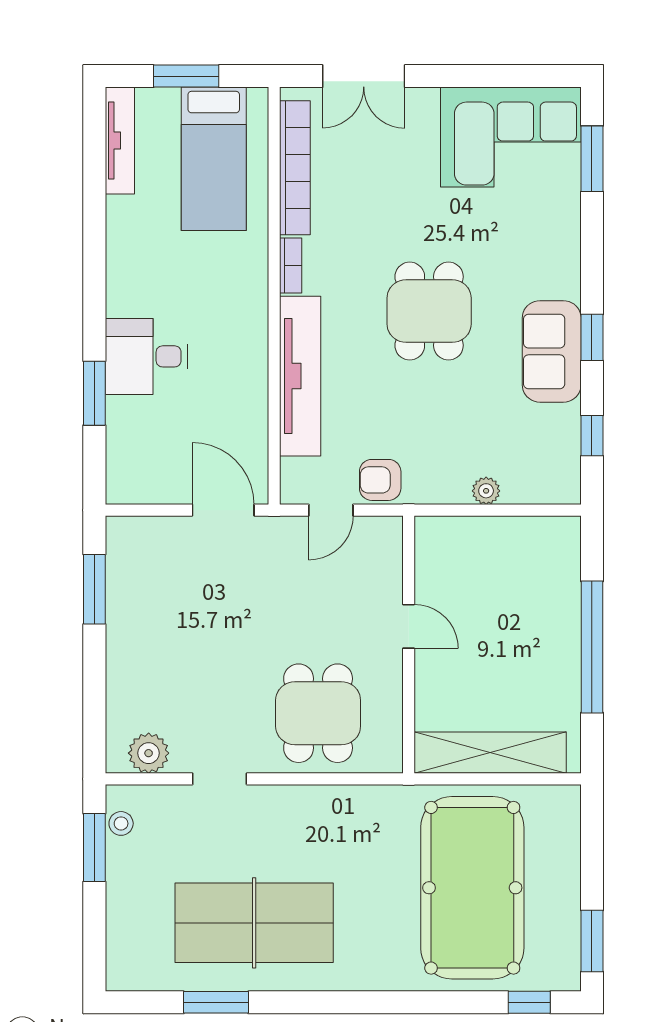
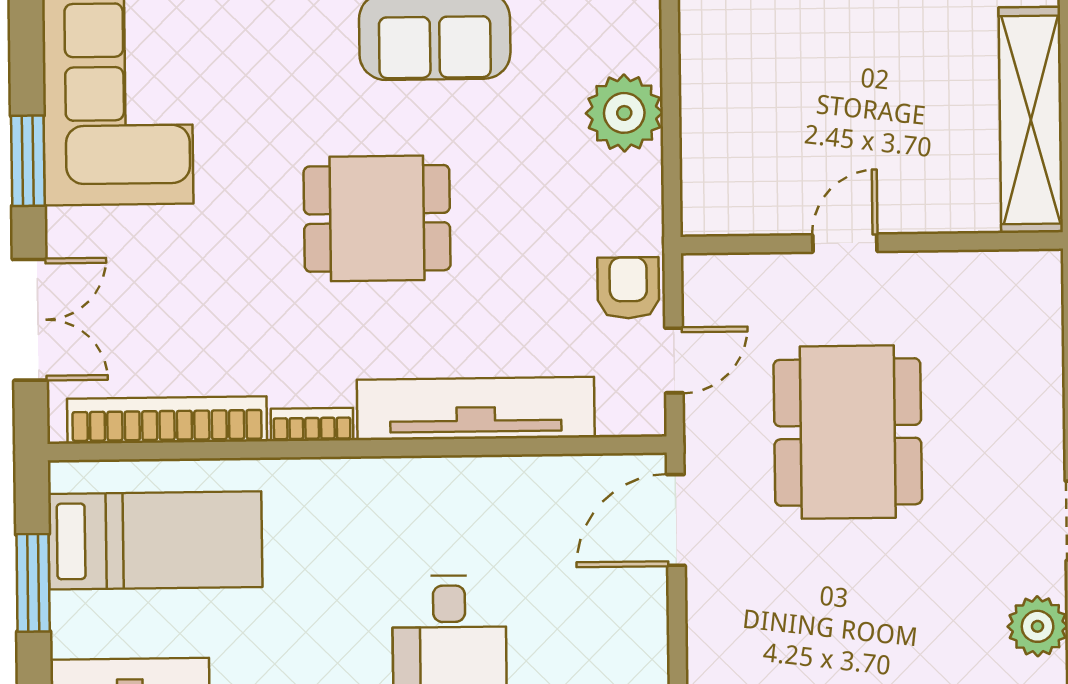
window: (471, 76) -> (28, 161), added
armchair: (380, 480) -> (628, 288), turned 180
plant: (486, 491) -> (624, 113), width x1.88, depth x1.88
door: (331, 510) -> (674, 360), hinge flipped
dining table: (318, 713) -> (848, 432), moved, width x1.38

